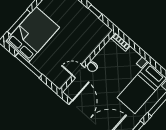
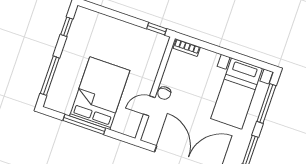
window: (95, 11) -> (157, 29), moved
bed: (32, 34) -> (100, 93), moved

